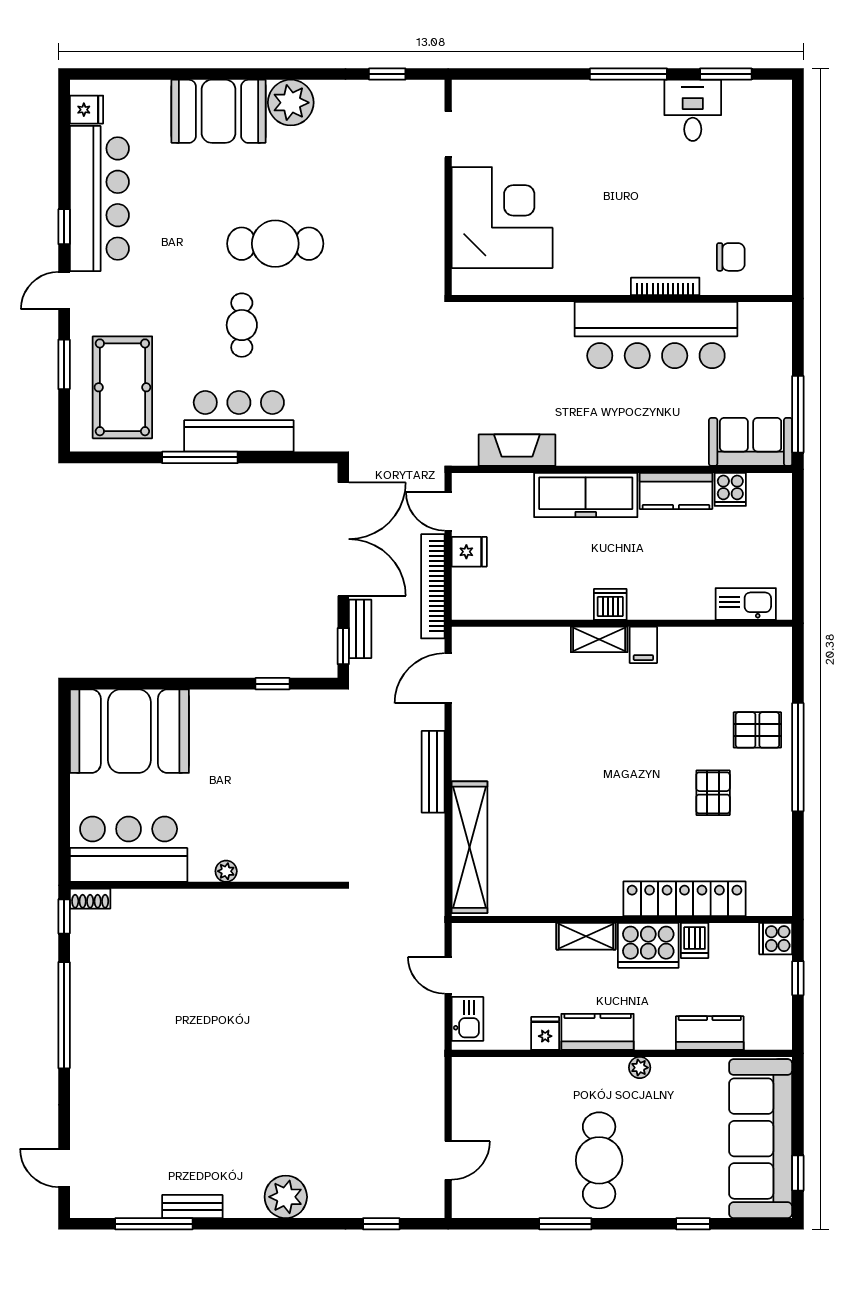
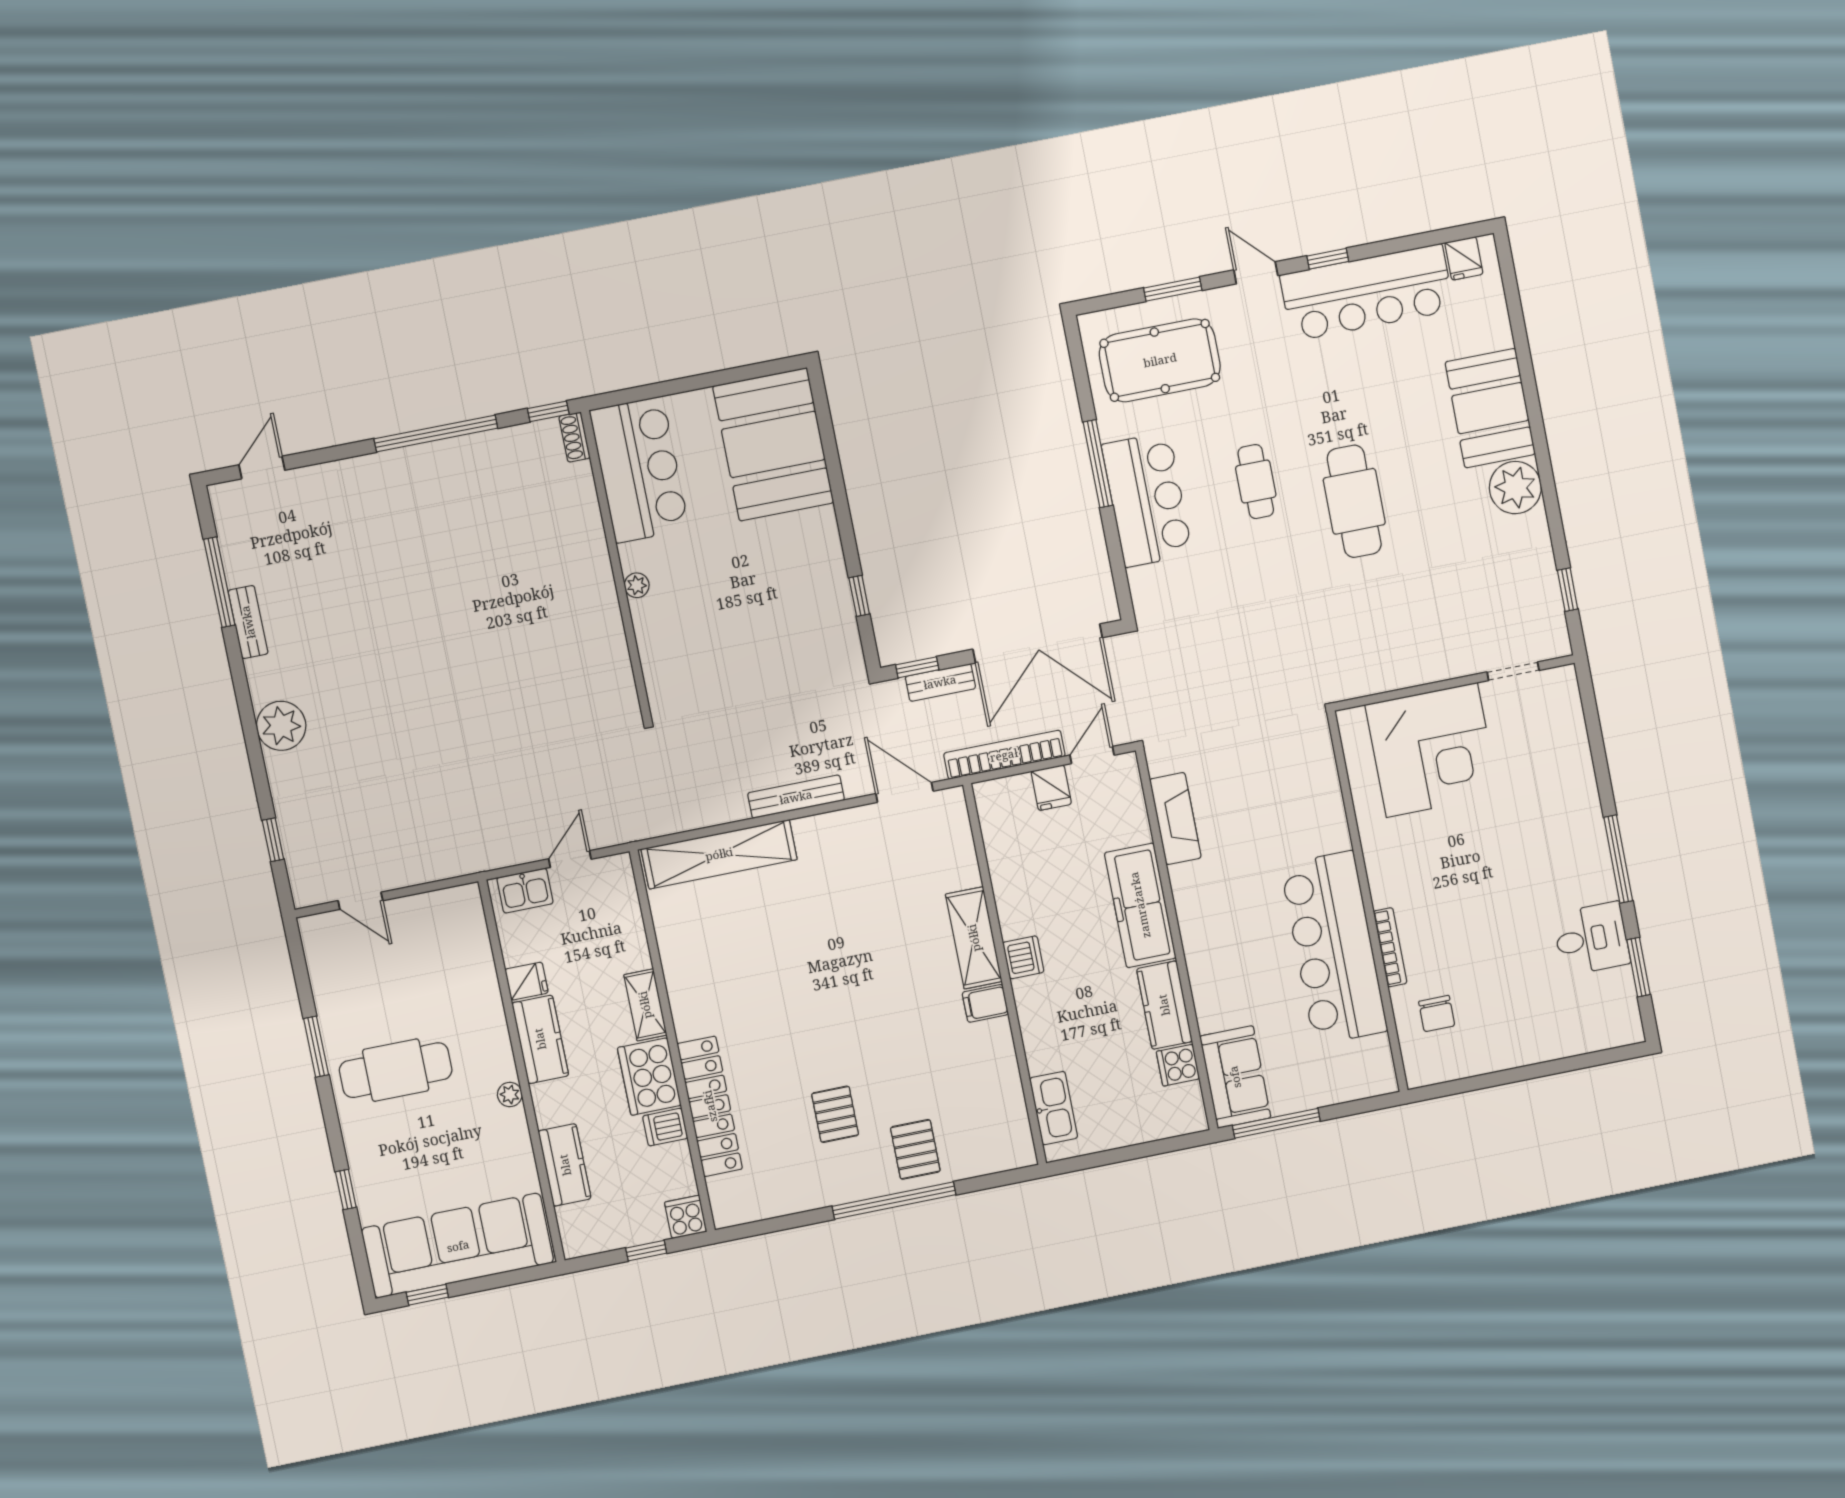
cafe table: (242, 325) -> (1256, 482), turned 90
shelving: (599, 639) -> (974, 938), width x1.50, depth x1.33
pallet: (713, 793) -> (835, 1114), turned 90

